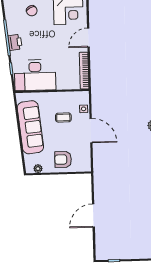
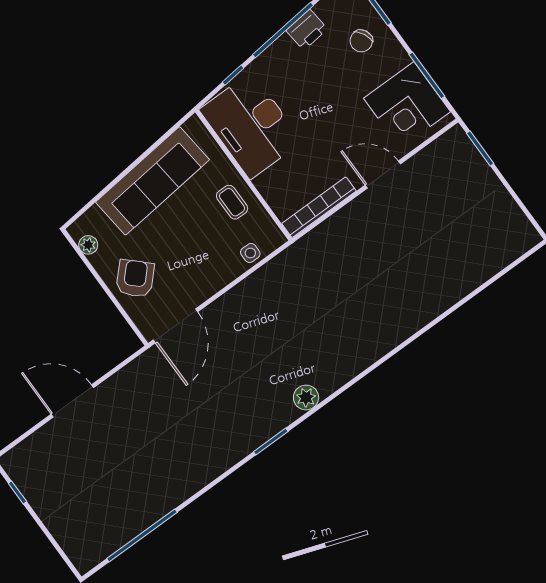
printer: (15, 42) -> (307, 30), moved
coffee table: (63, 118) -> (232, 202), moved
door: (91, 131) -> (175, 326), moved
armchair: (63, 159) -> (135, 278), turned 44

